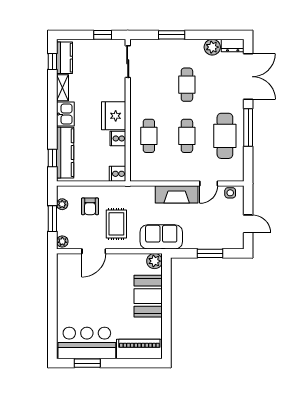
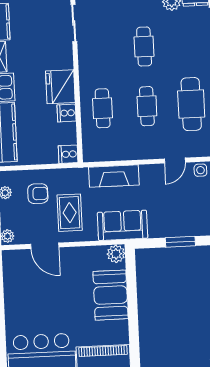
fireplace: (177, 194) -> (114, 176), moved
armchair: (90, 206) -> (38, 194), turned -90
door: (94, 251) -> (45, 246), hinge flipped

